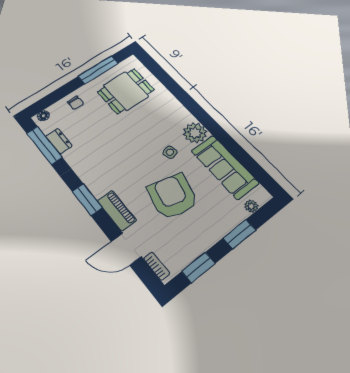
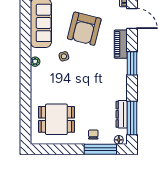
window: (98, 70) -> (100, 149), moved
plant: (195, 133) -> (35, 62), width x0.53, depth x0.53
dresser: (59, 141) -> (122, 114), width x1.44

